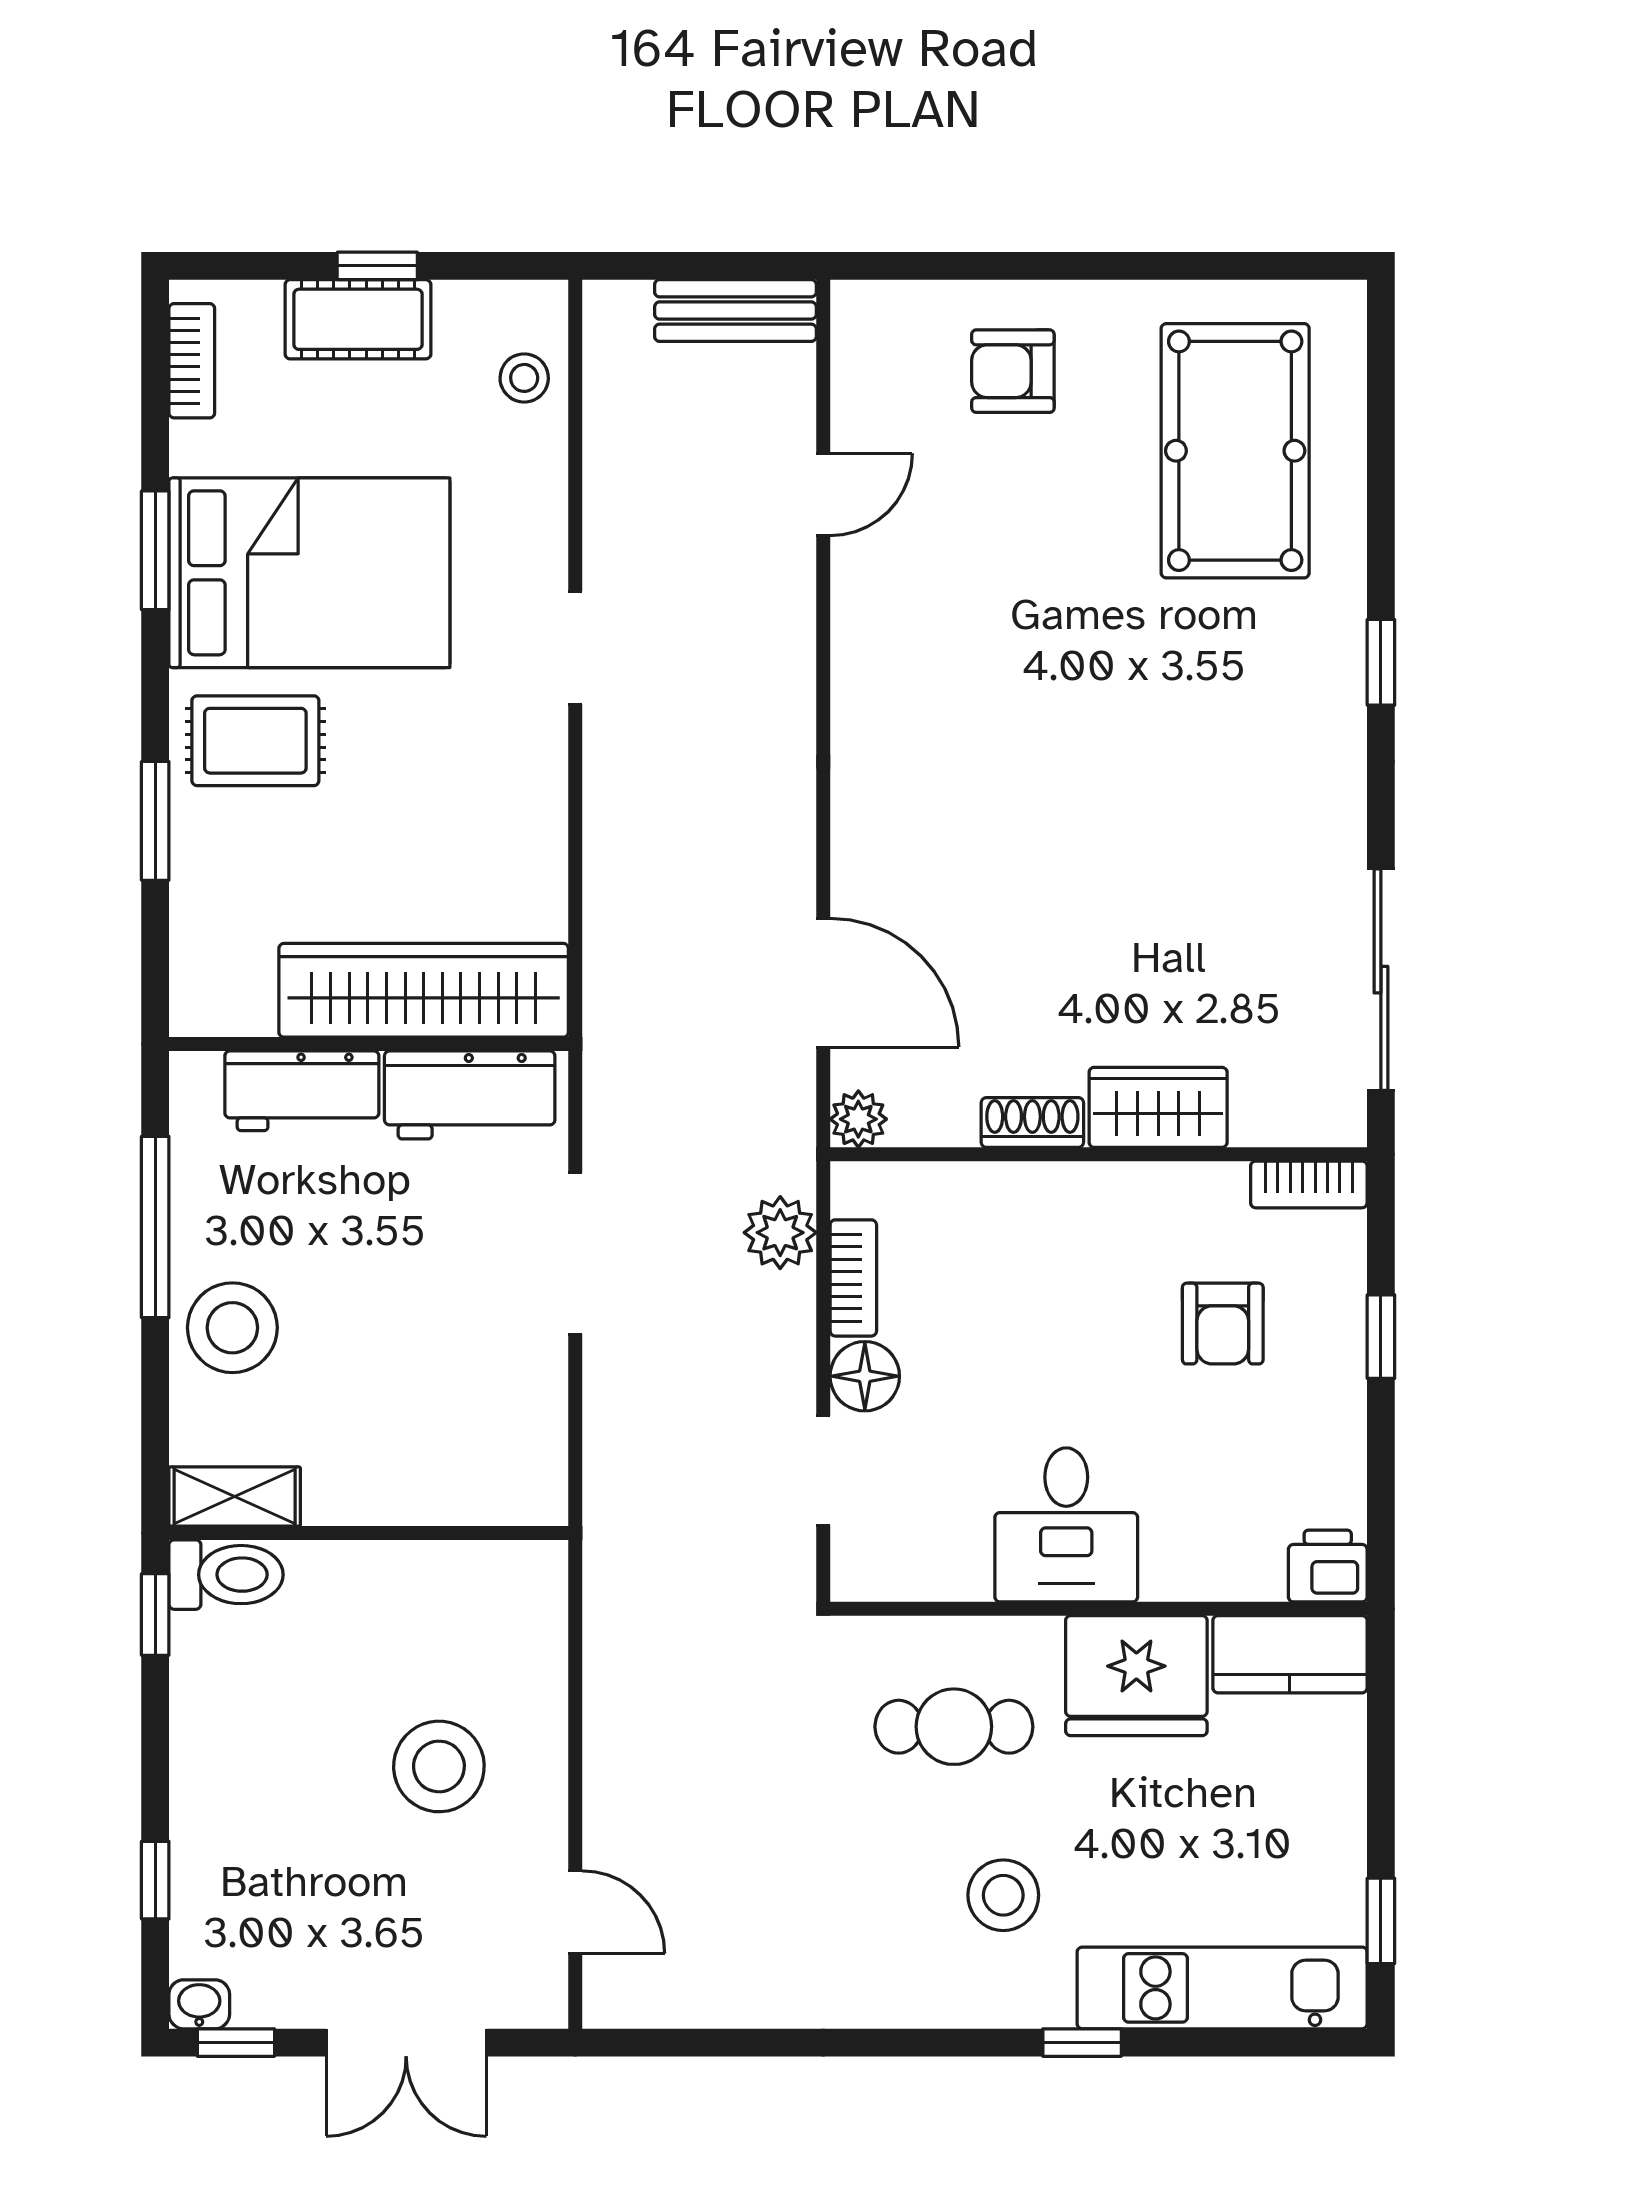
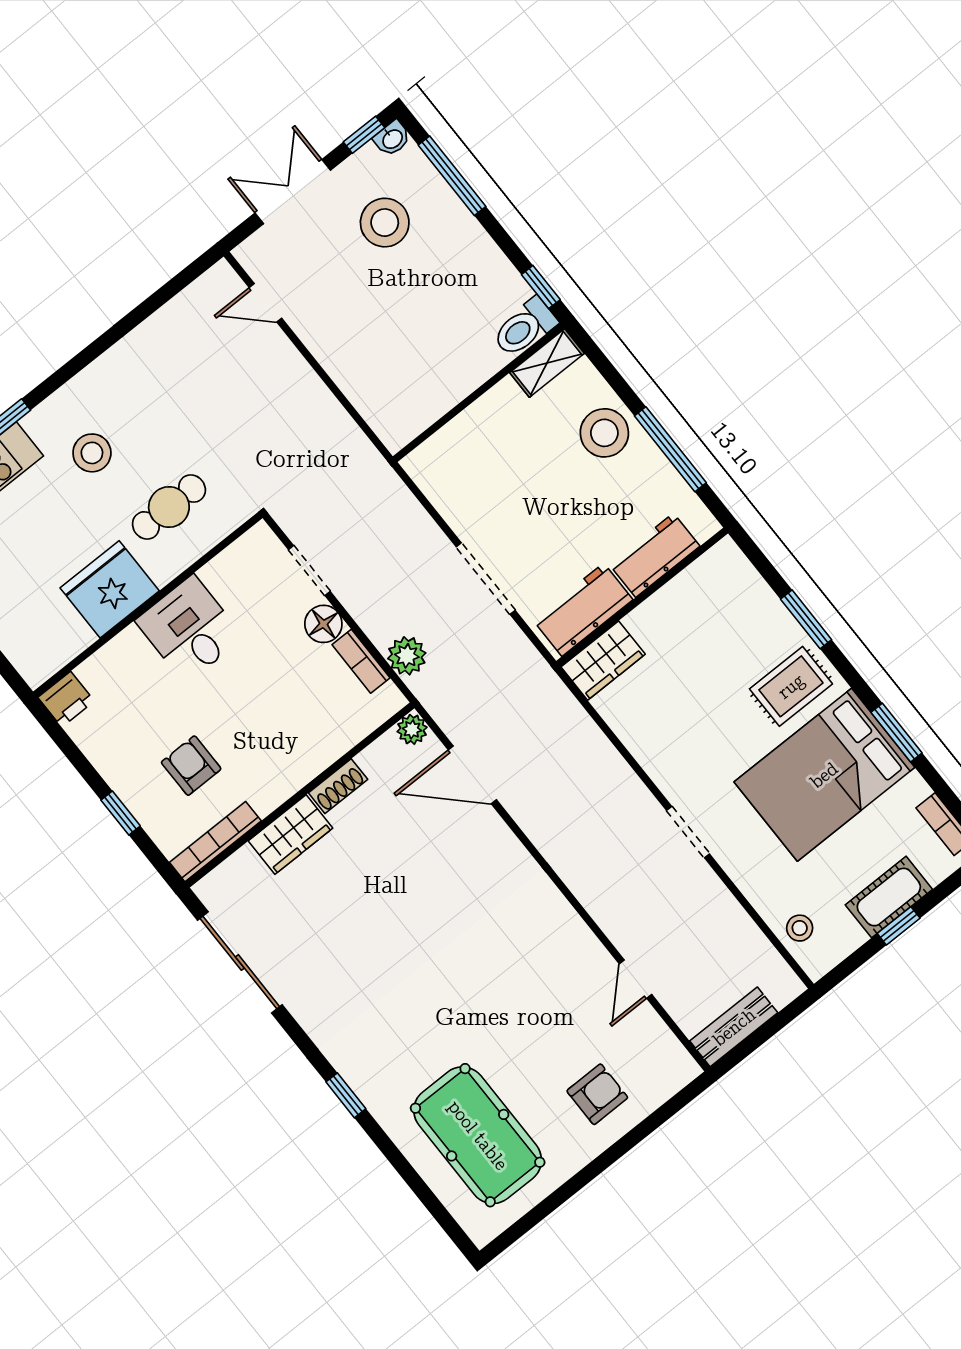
wardrobe: (424, 990) -> (603, 661), width x0.48, depth x0.85
bookcase: (1309, 1184) -> (215, 842), width x1.56
kitchen counter: (1290, 1654) -> (52, 650), removed
stool: (439, 1766) -> (385, 223), moved
window: (155, 1880) -> (452, 176), width x2.17

